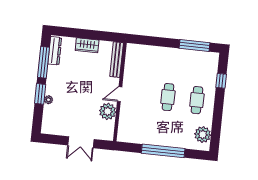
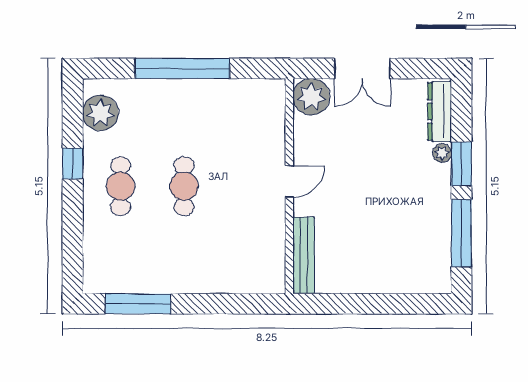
wardrobe: (87, 45) -> (371, 280), removed
dresser: (55, 51) -> (440, 111), moved
window: (221, 81) -> (73, 164), moved
plant: (108, 111) -> (311, 97), moved
double door: (81, 142) -> (362, 69), swing flipped

